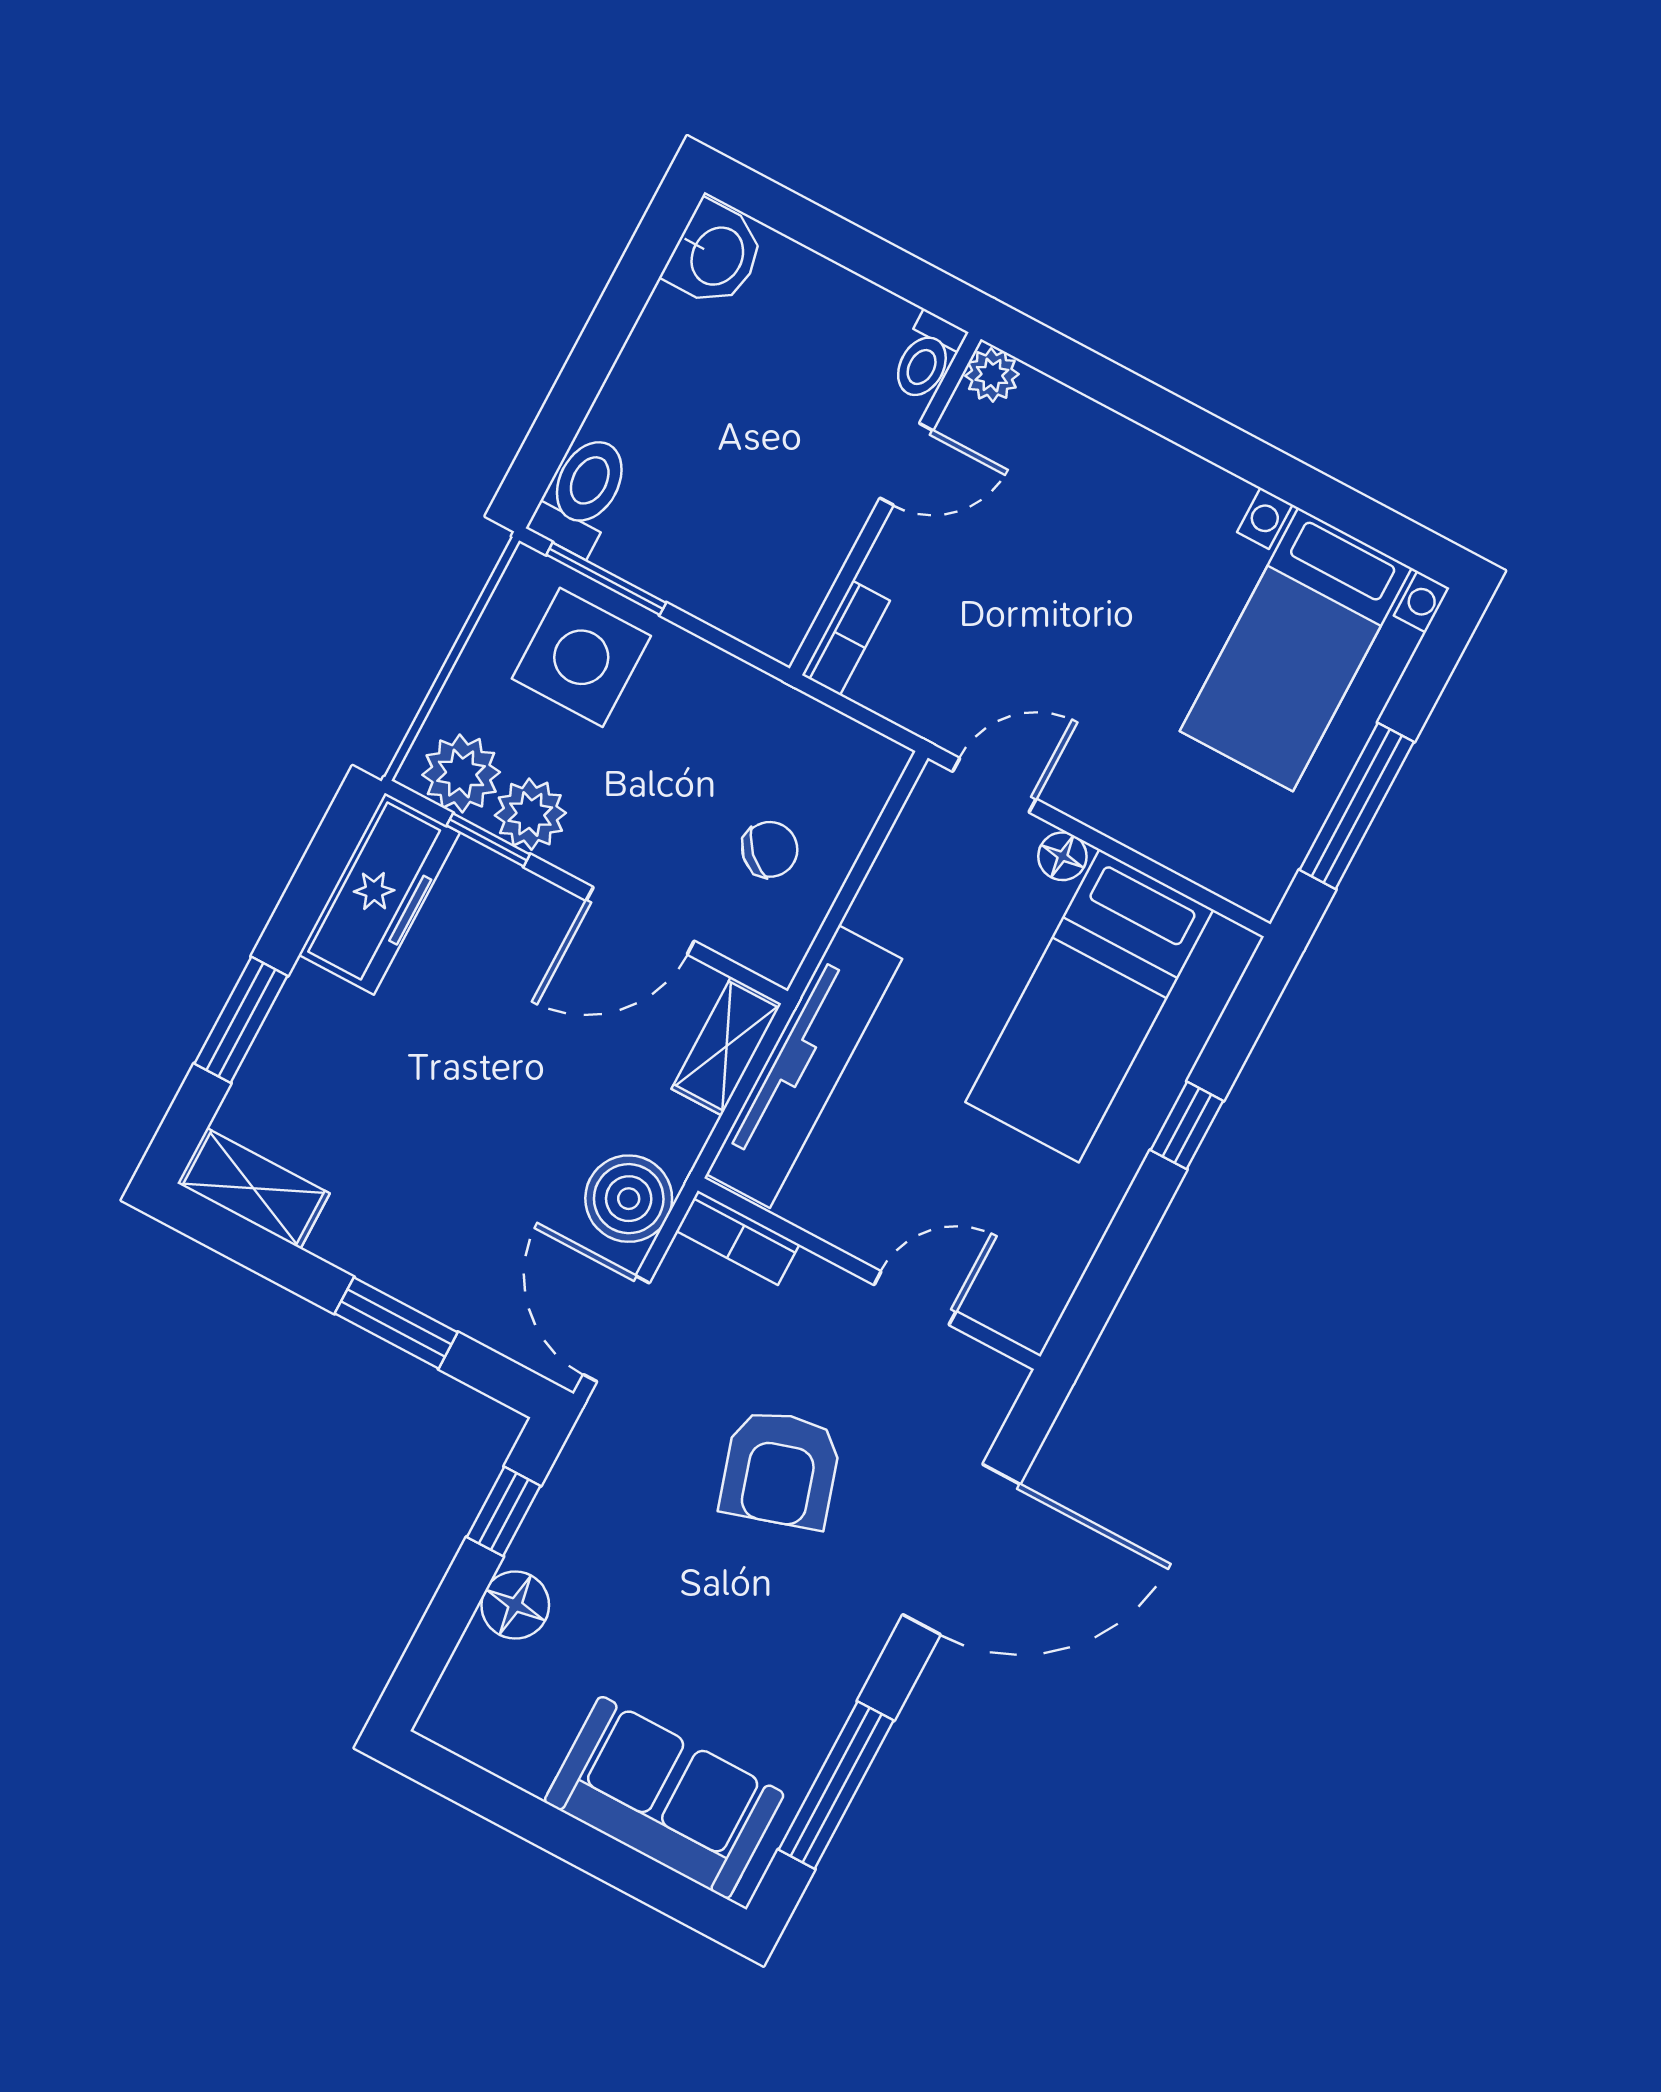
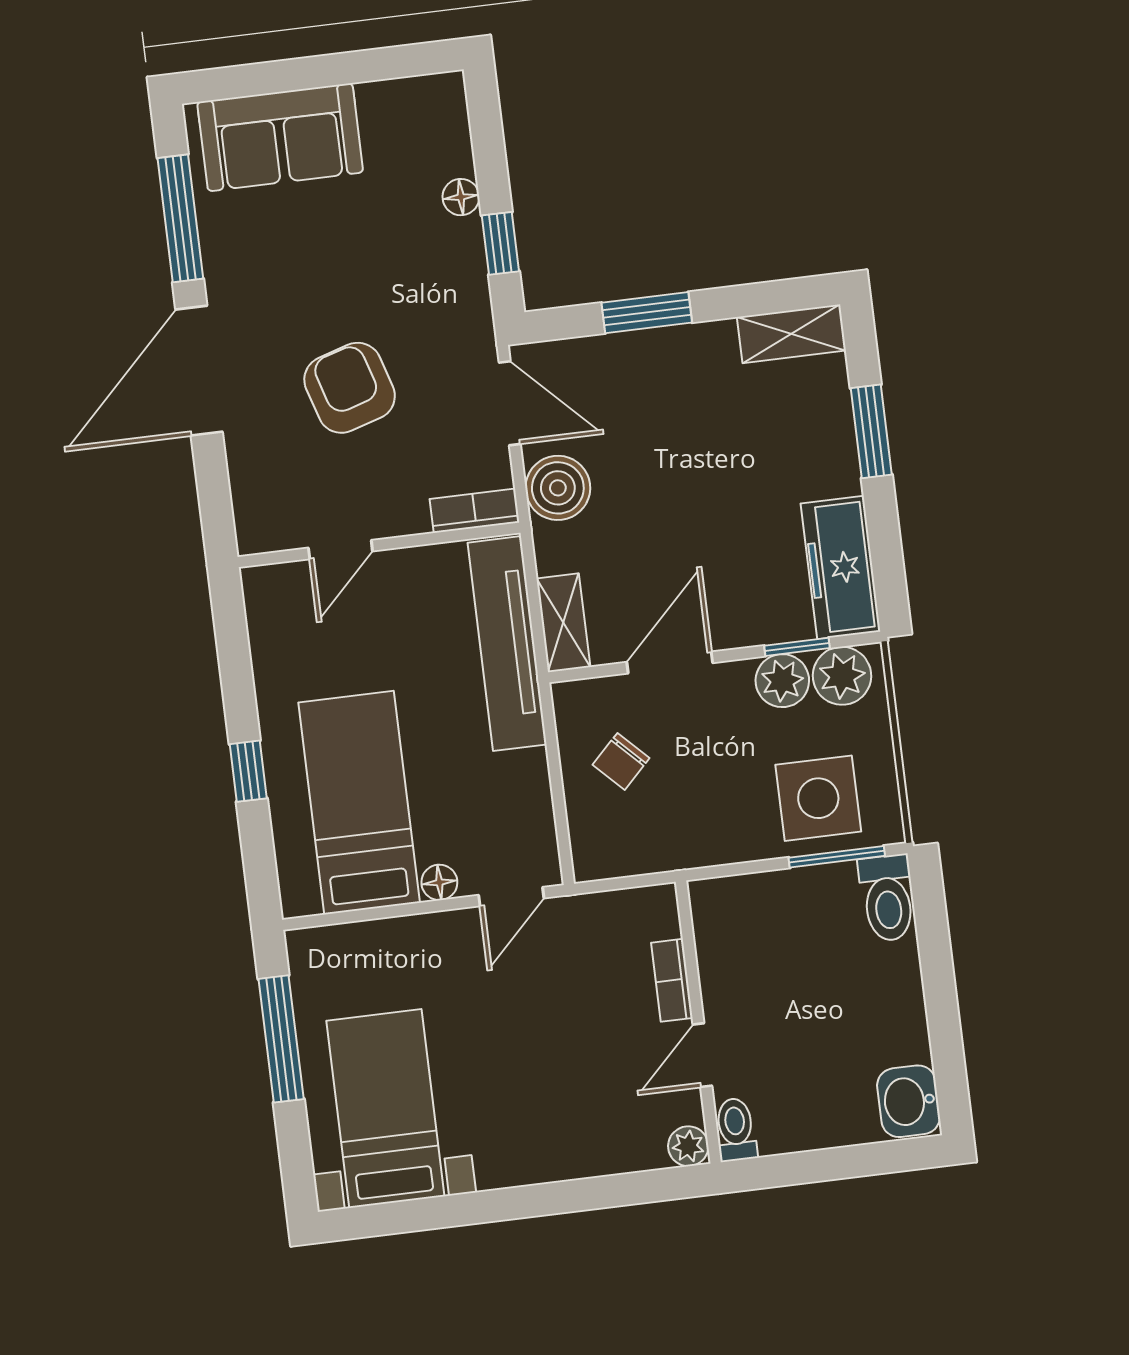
bookcase: (846, 638) -> (672, 980), moved
door: (961, 1549) -> (199, 371), moved
floor lamp: (515, 1605) -> (461, 197), width x0.73, depth x0.73

